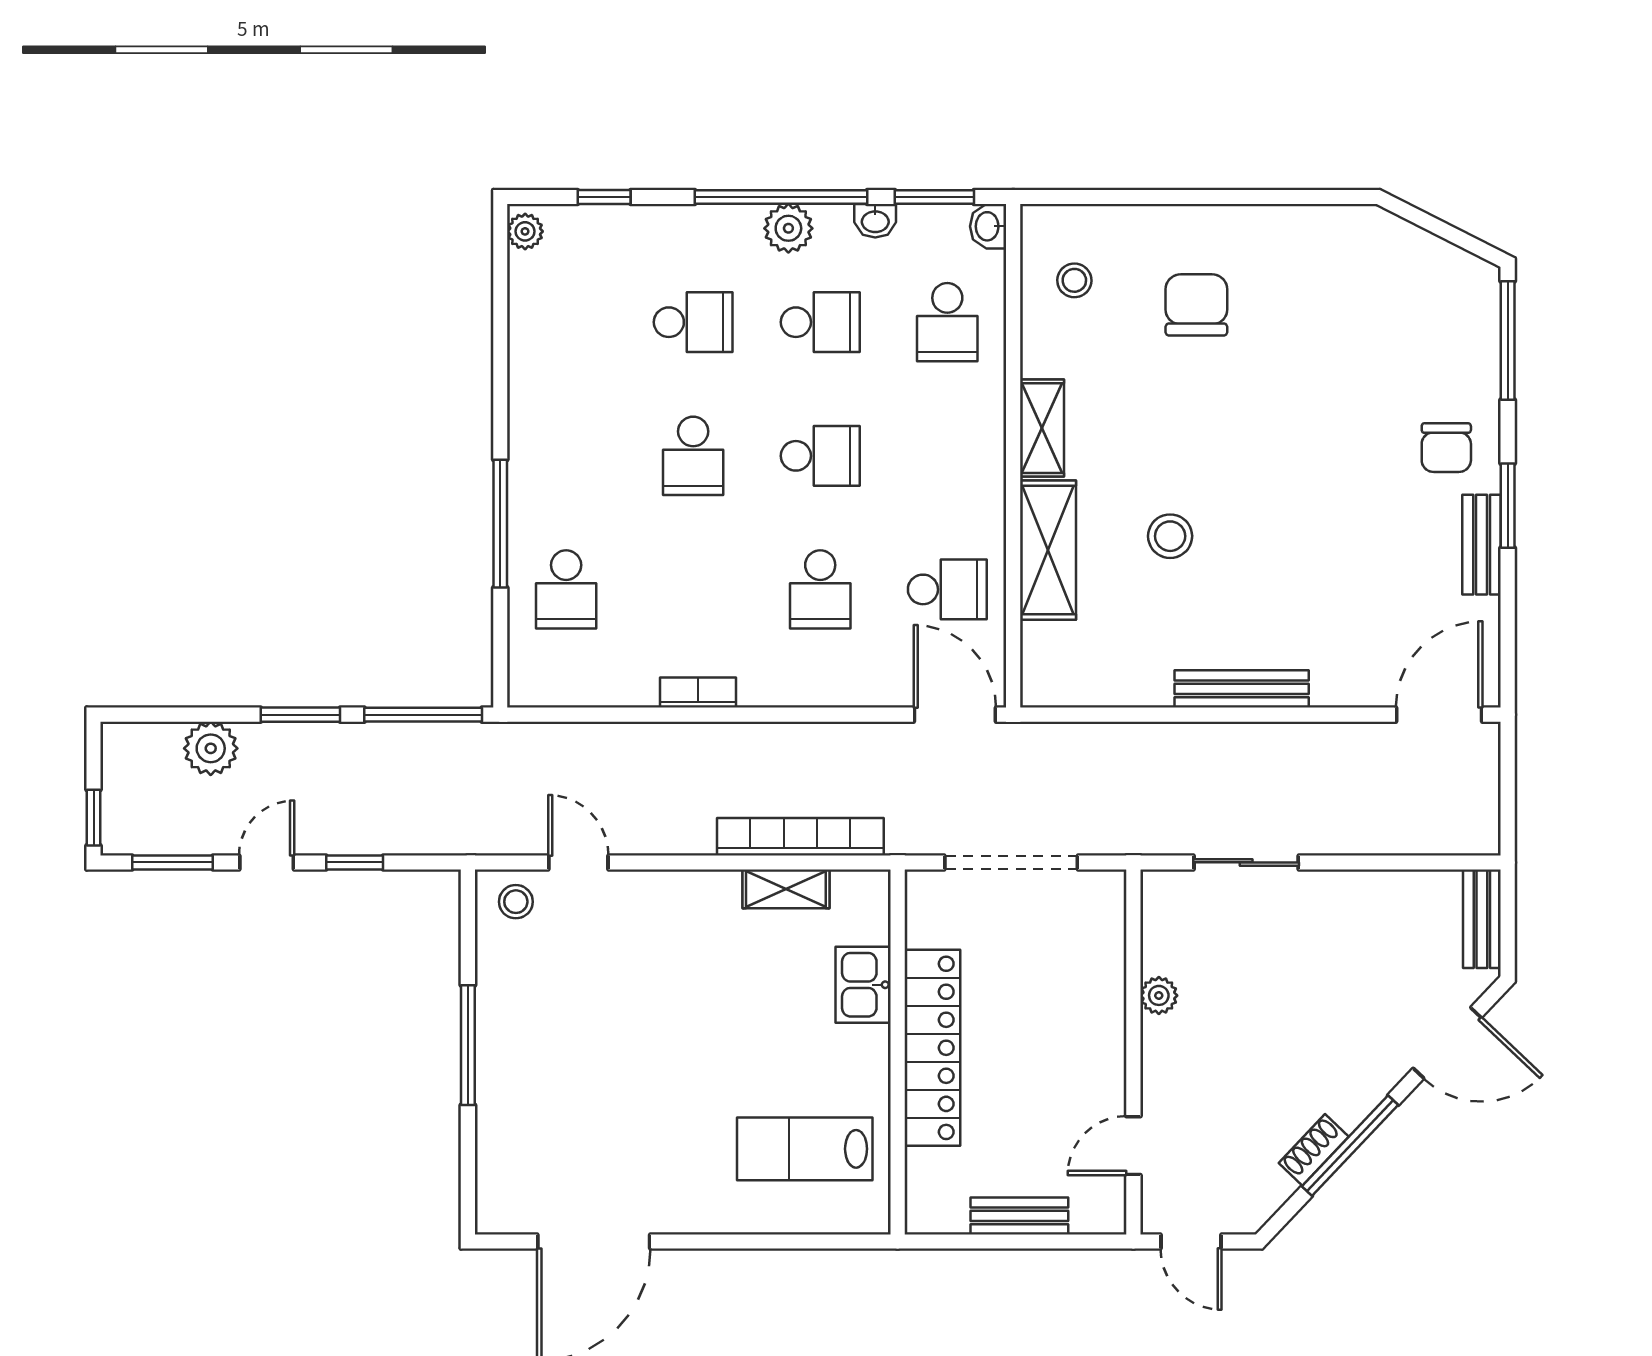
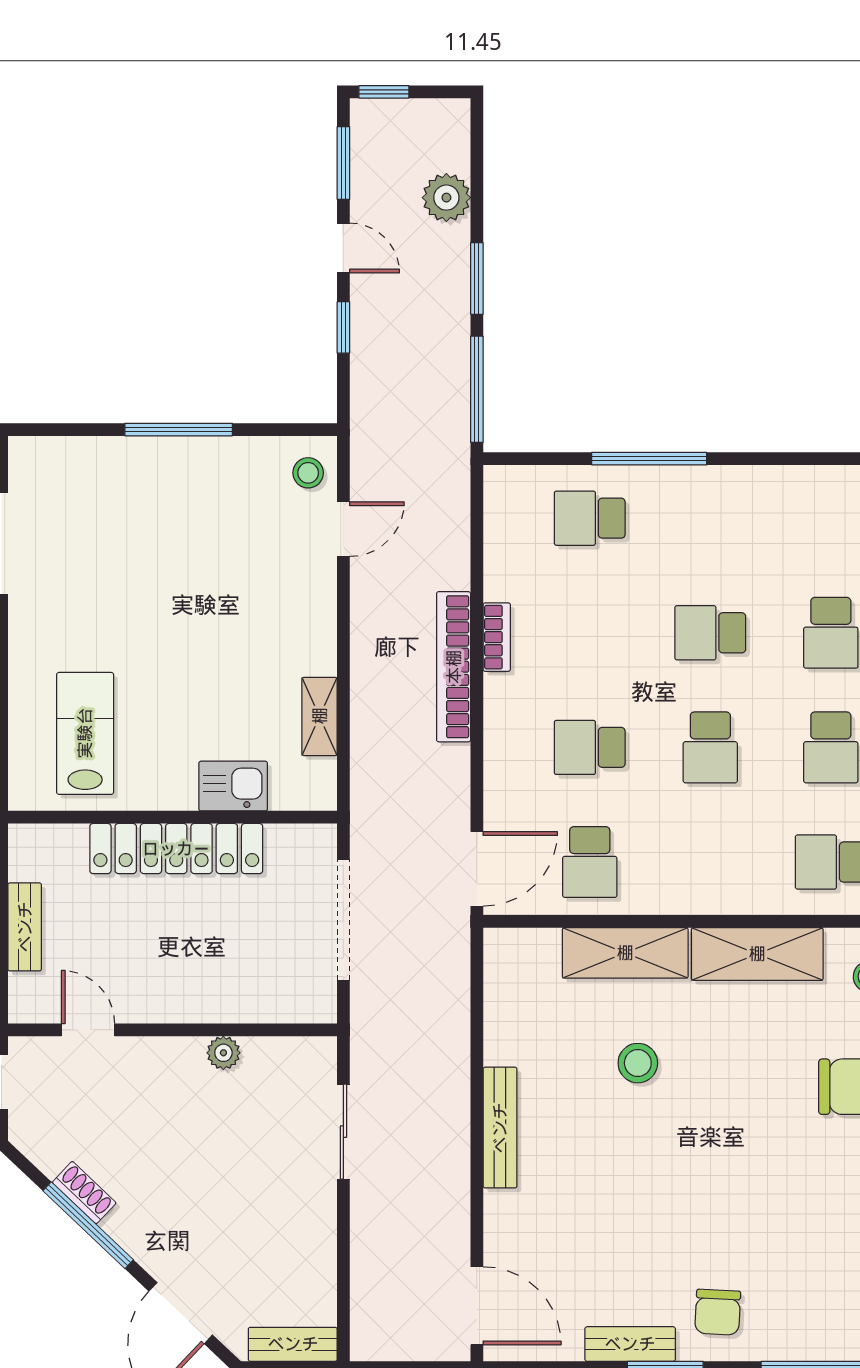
shelving: (1042, 428) -> (757, 954), width x1.50, depth x1.33
chair: (1446, 448) -> (718, 1312), turned -87
bookcase: (800, 837) -> (454, 667), moved, turned 180

